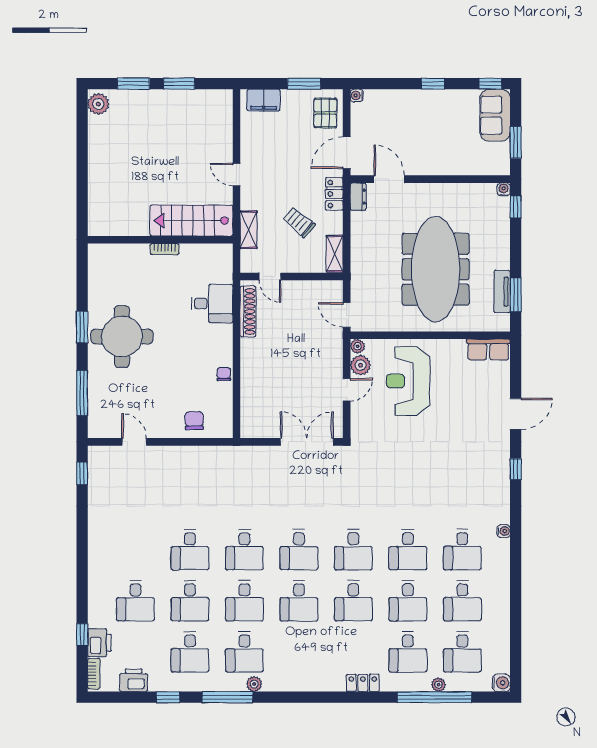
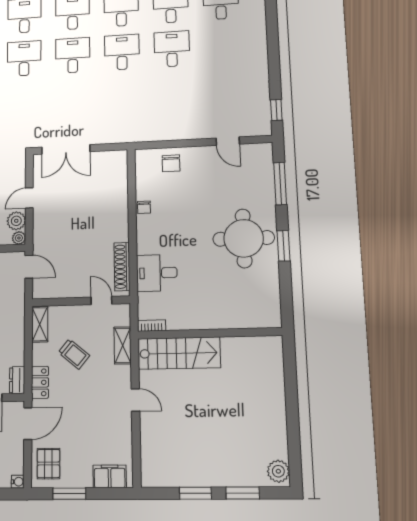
bookcase: (165, 249) -> (152, 326), moved

